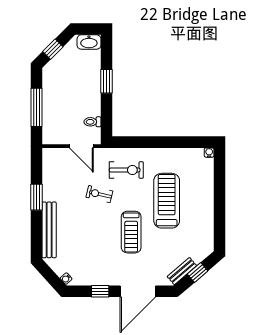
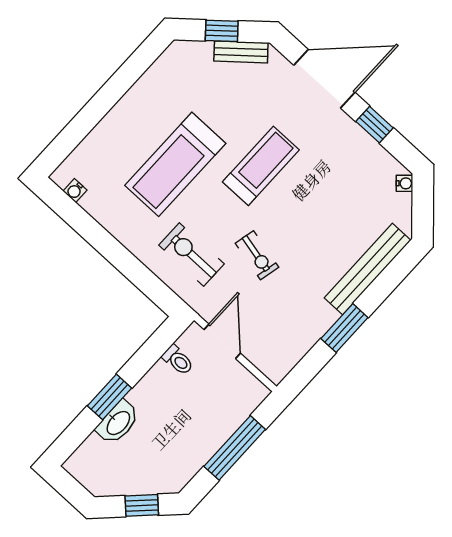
washbasin: (89, 42) -> (118, 422), moved, turned 90
water cooler: (209, 153) -> (75, 191), moved

